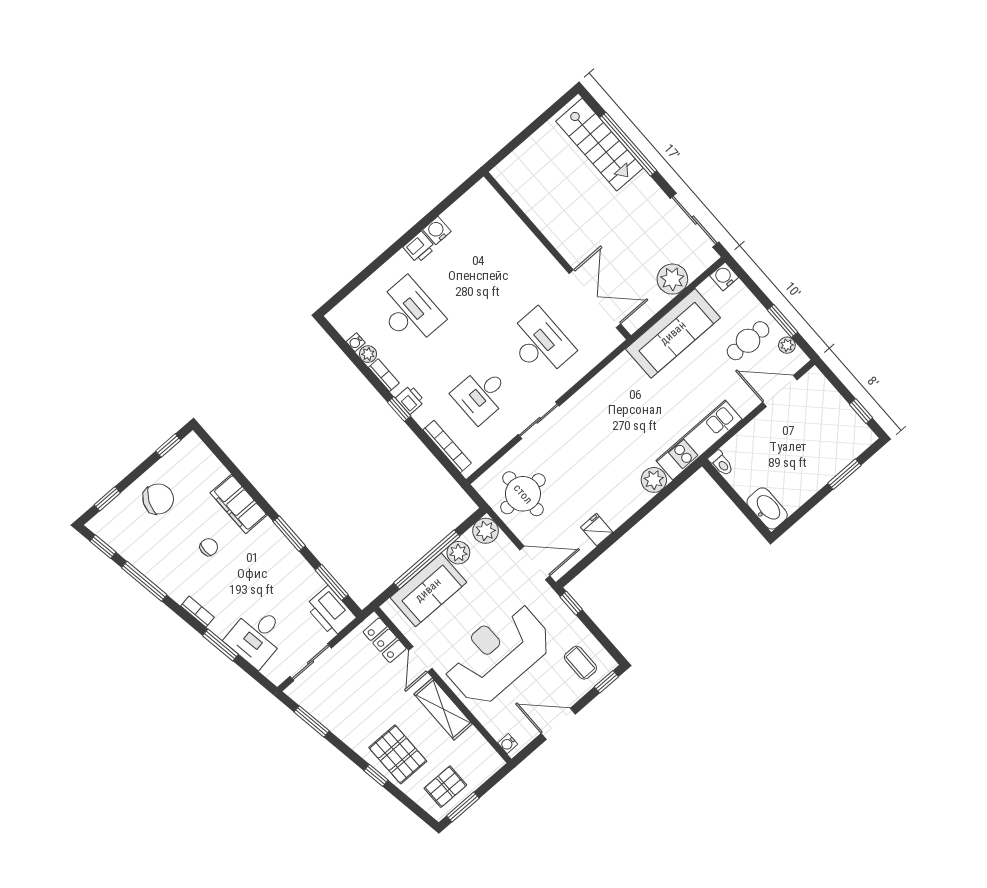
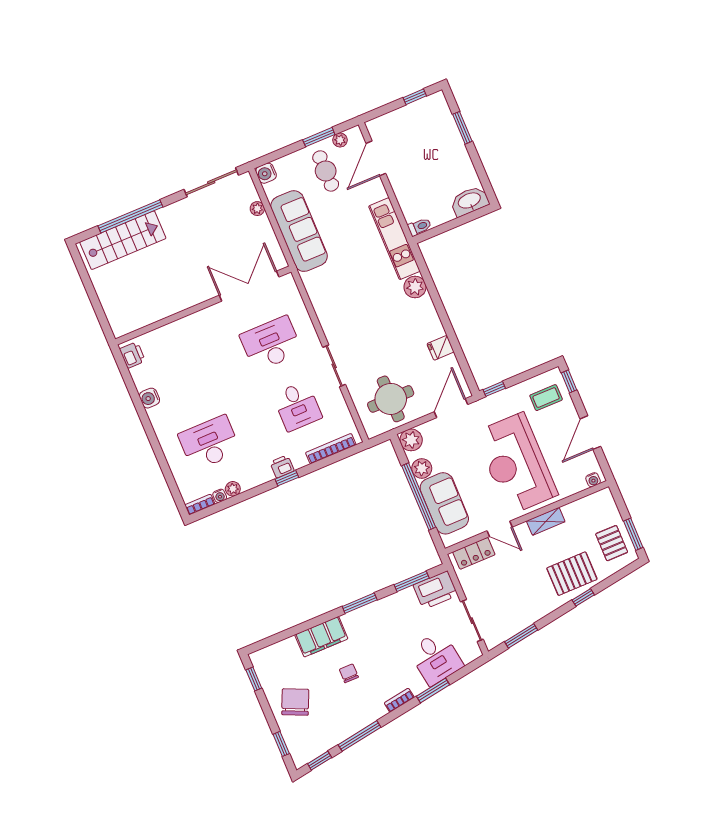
printer: (419, 247) -> (132, 355), moved
plant: (672, 279) -> (257, 209), width x0.53, depth x0.53
bookcase: (384, 375) -> (200, 504), moved
shelving: (443, 709) -> (546, 521), width x0.67, depth x0.75

